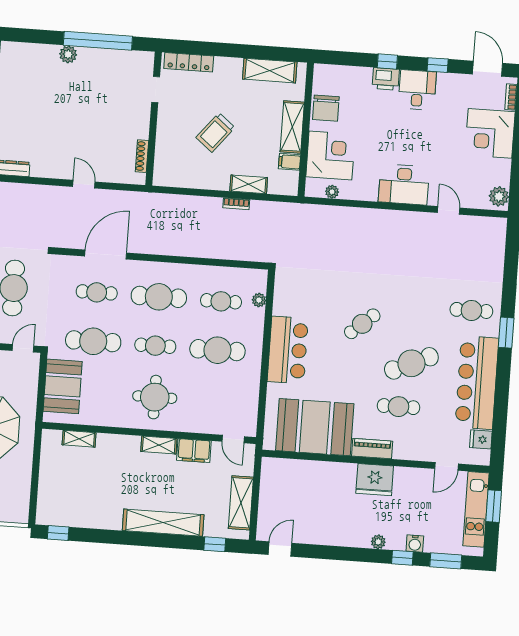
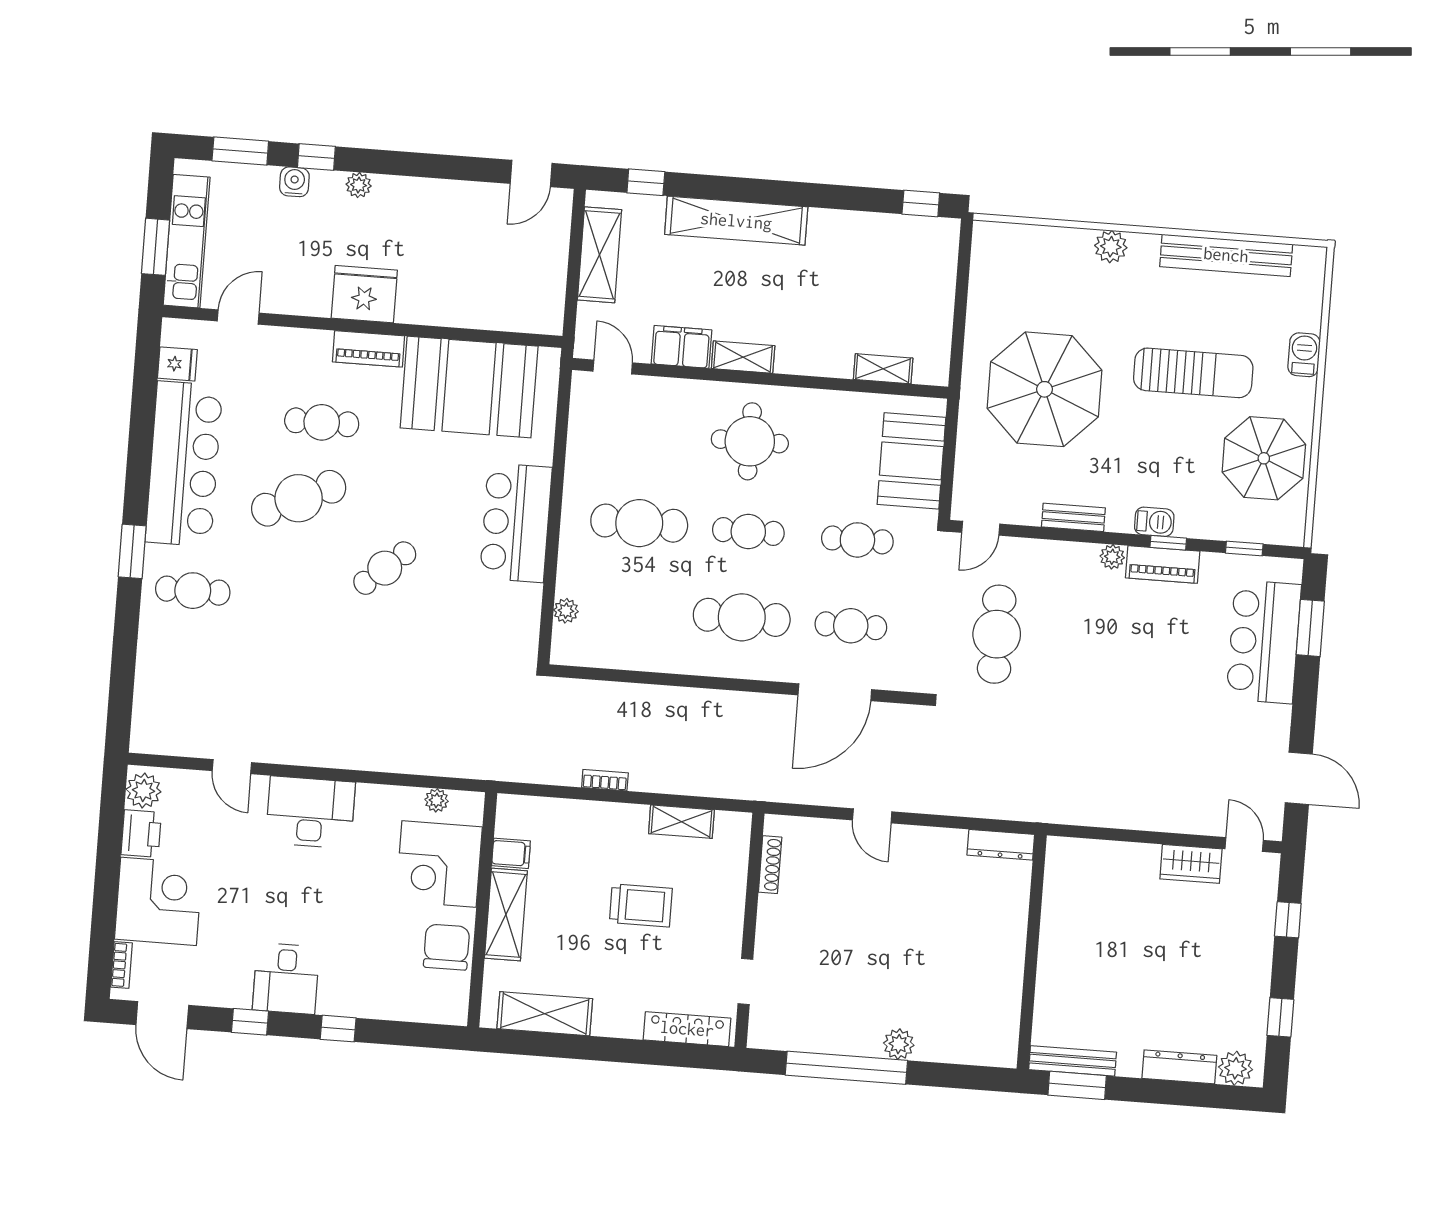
printer: (386, 79) -> (141, 834), moved, turned 90
trolley: (215, 133) -> (641, 905), turned 51
shelving: (249, 184) -> (681, 822), moved
cafe table: (221, 301) -> (633, 609), removed
cafe table: (93, 341) -> (857, 540), width x0.73, depth x0.74

